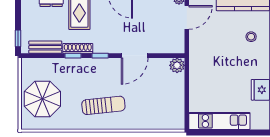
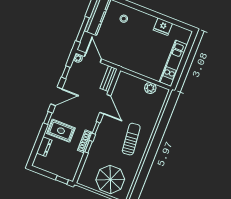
bench: (45, 47) -> (109, 79), moved
plant: (177, 65) -> (150, 88), moved

